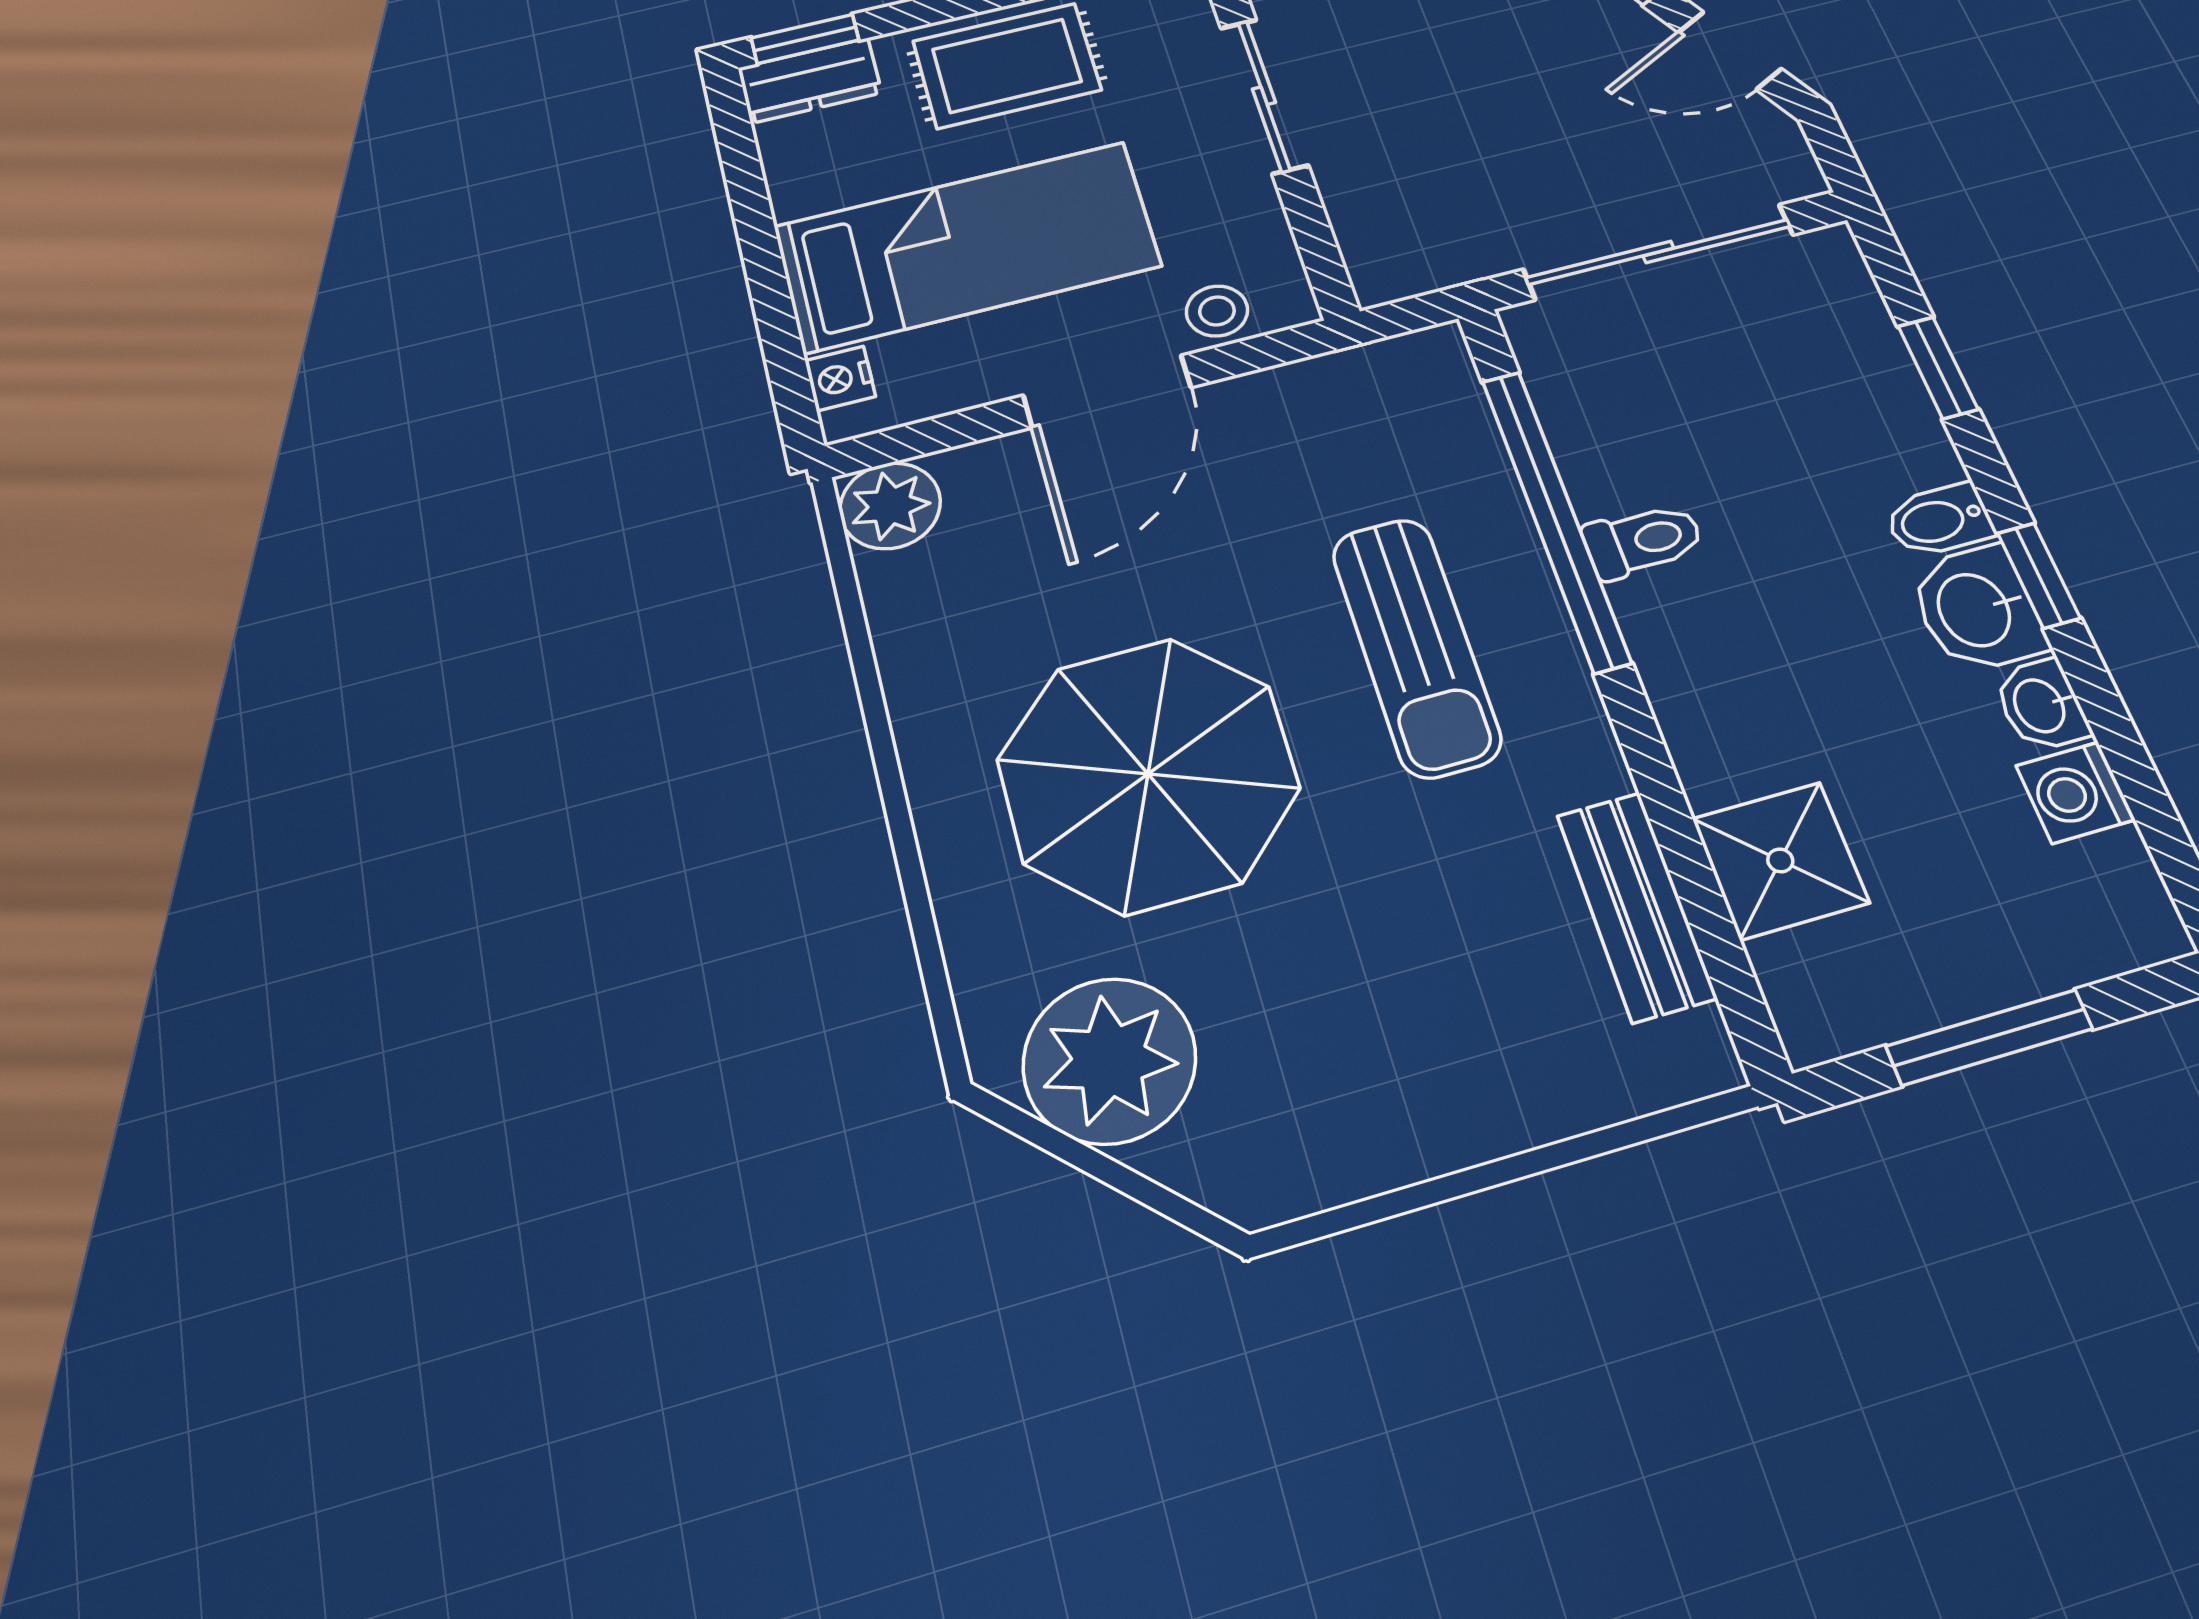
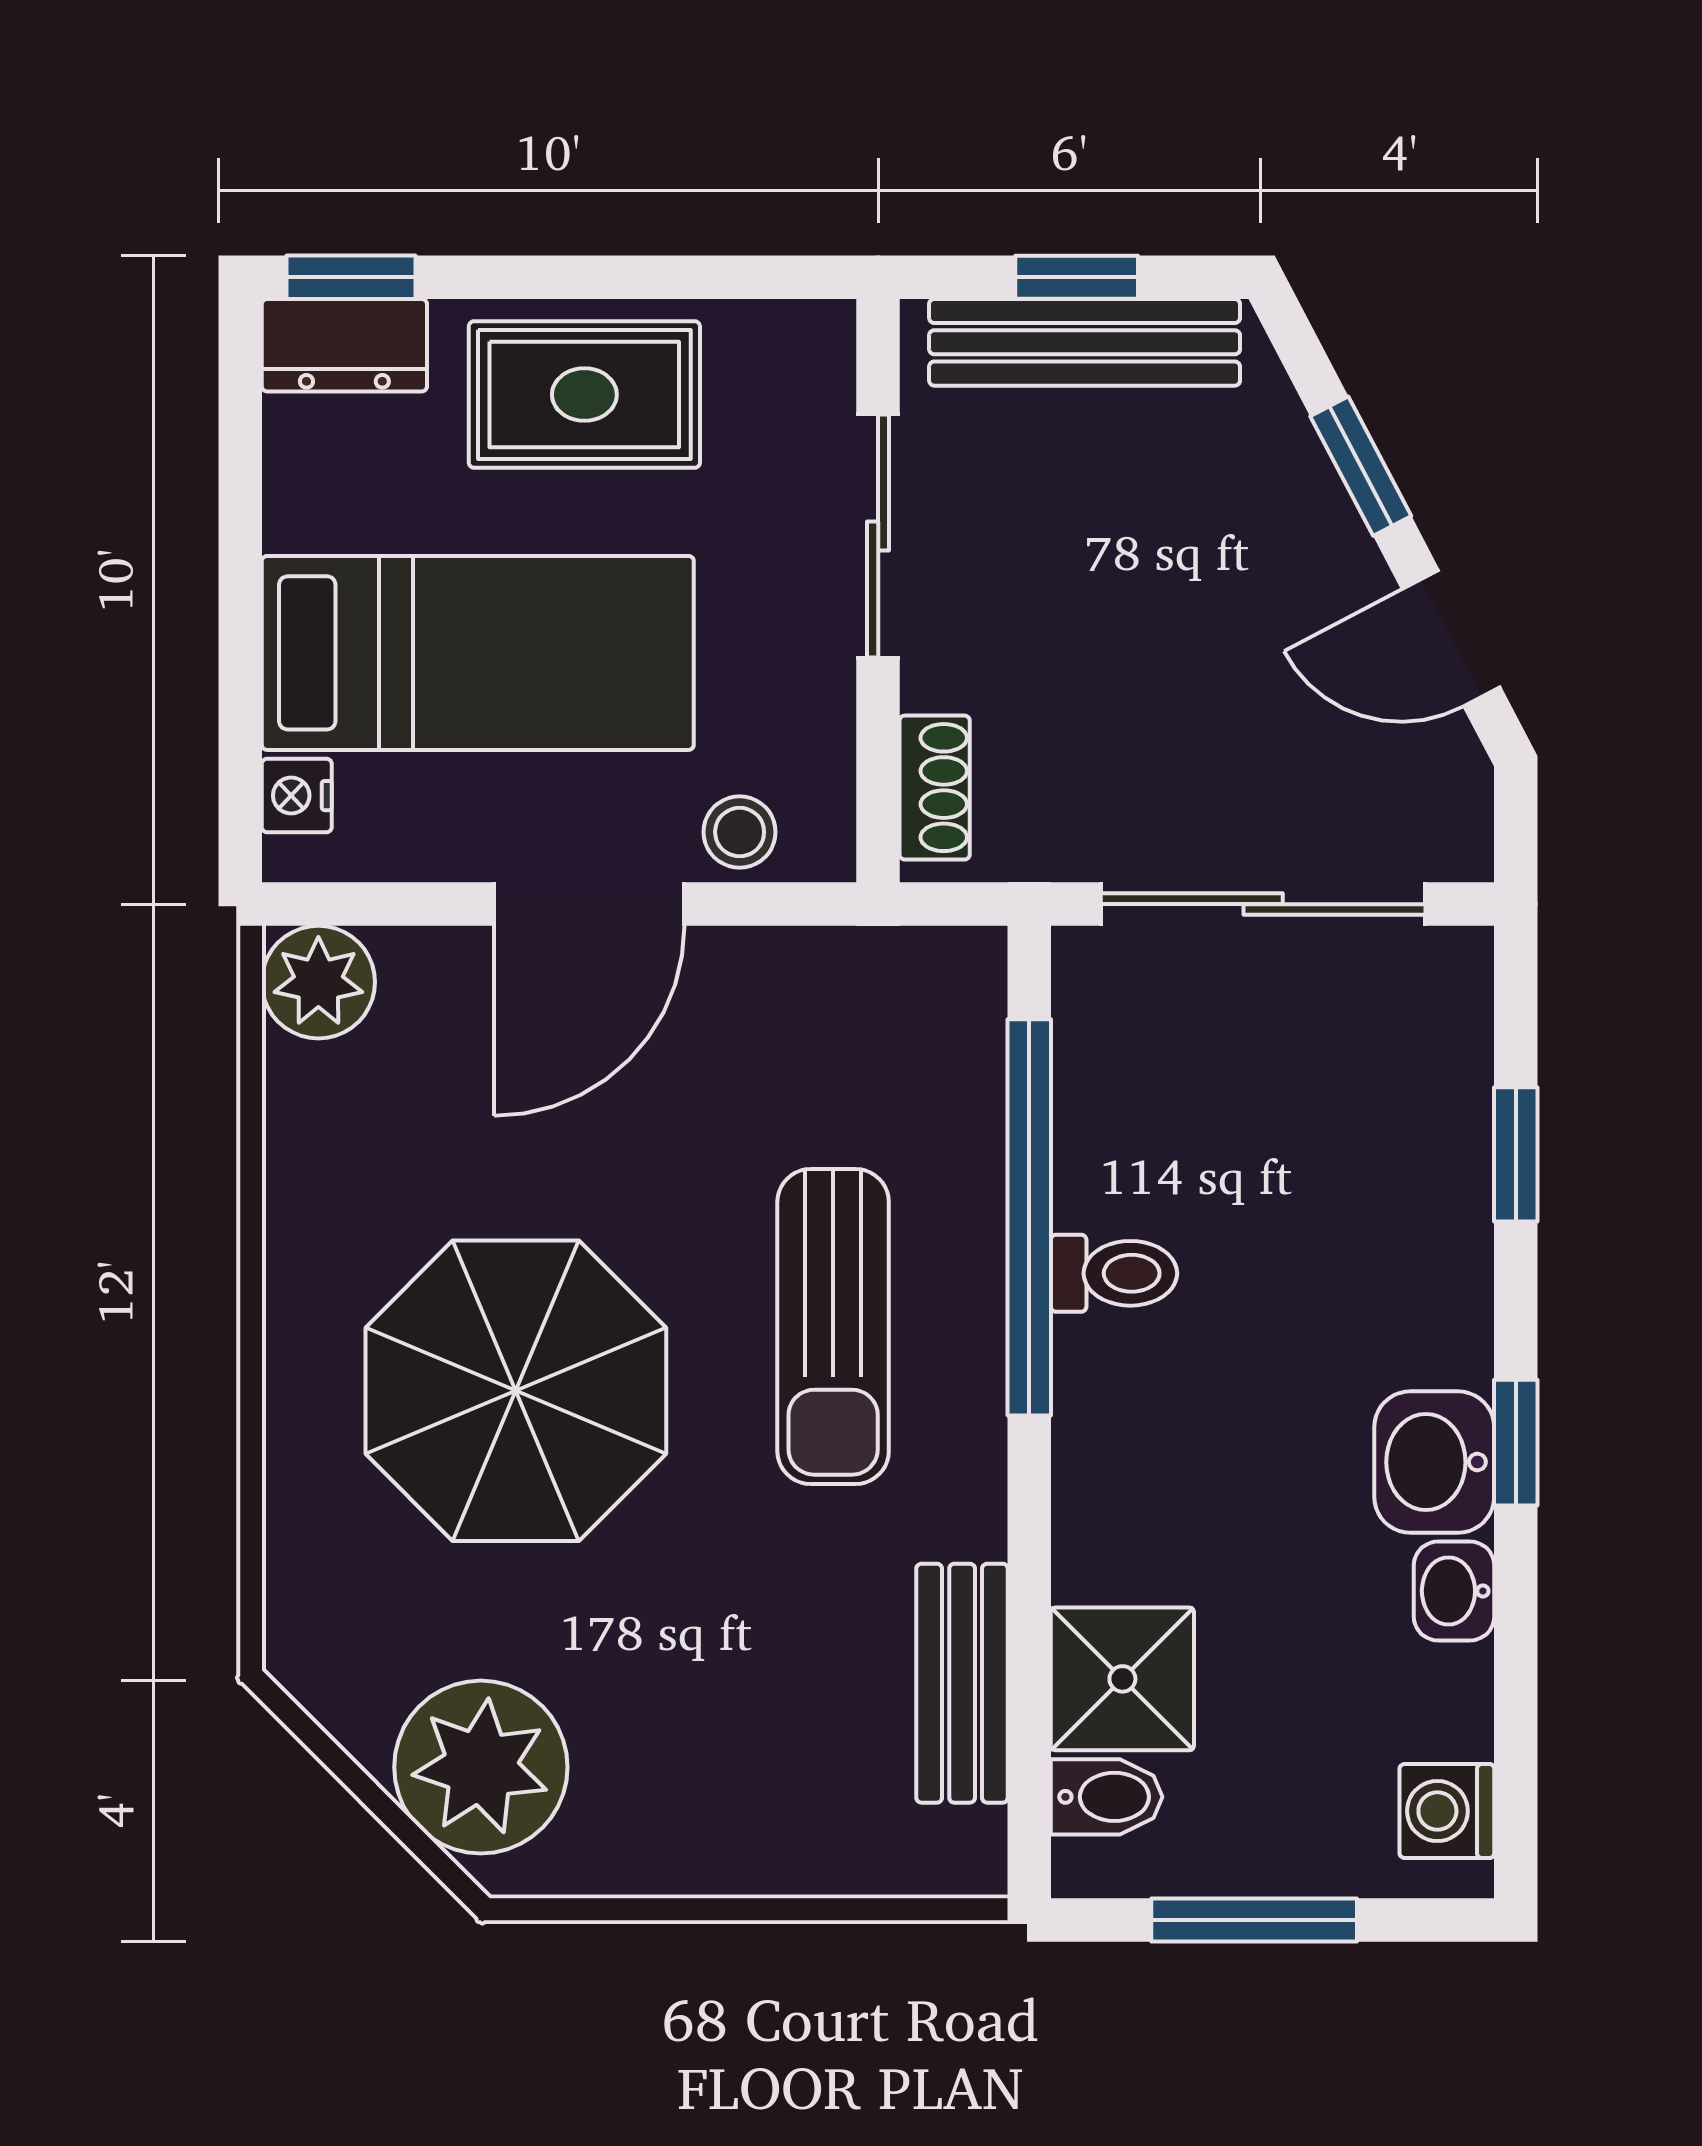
shoe rack: (1365, 242) -> (935, 788), added
bidet: (1939, 520) -> (1107, 1797), moved, turned 180
washing machine: (2075, 793) -> (1447, 1811), moved
plant: (1109, 1061) -> (481, 1767), moved

